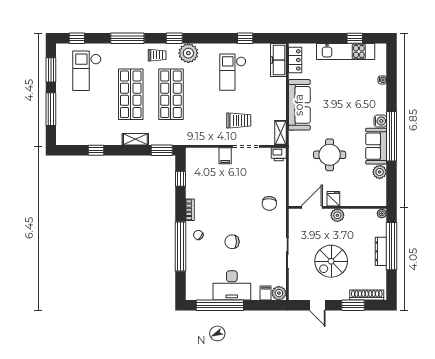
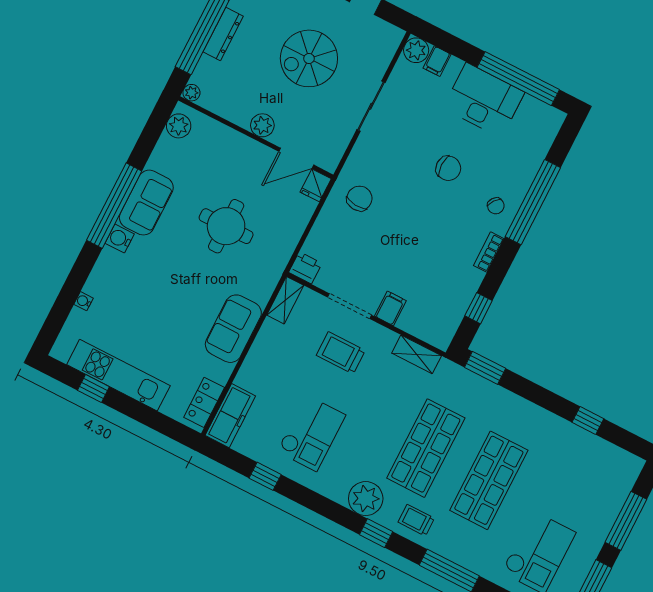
sofa: (299, 105) -> (233, 329), width x0.73
shelving: (135, 139) -> (417, 354), moved
plant: (380, 172) -> (179, 126), moved
fridge: (333, 199) -> (316, 185), moved
spiral stairs: (331, 261) -> (309, 58), turned 180

